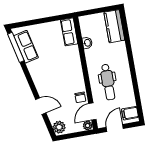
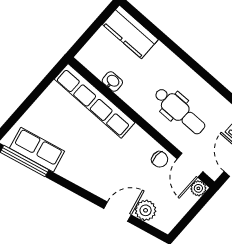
row of seats: (69, 32) -> (95, 101), width x2.02
plant: (59, 127) -> (146, 210), moved

